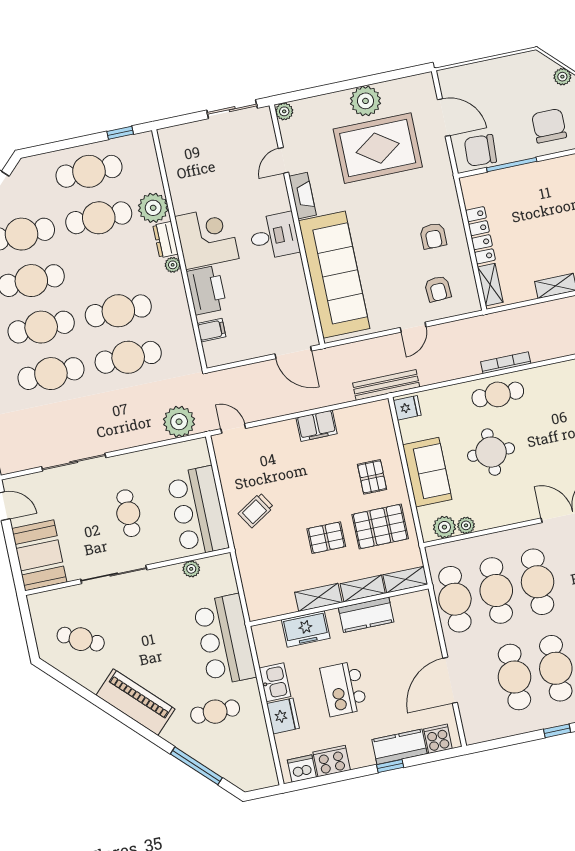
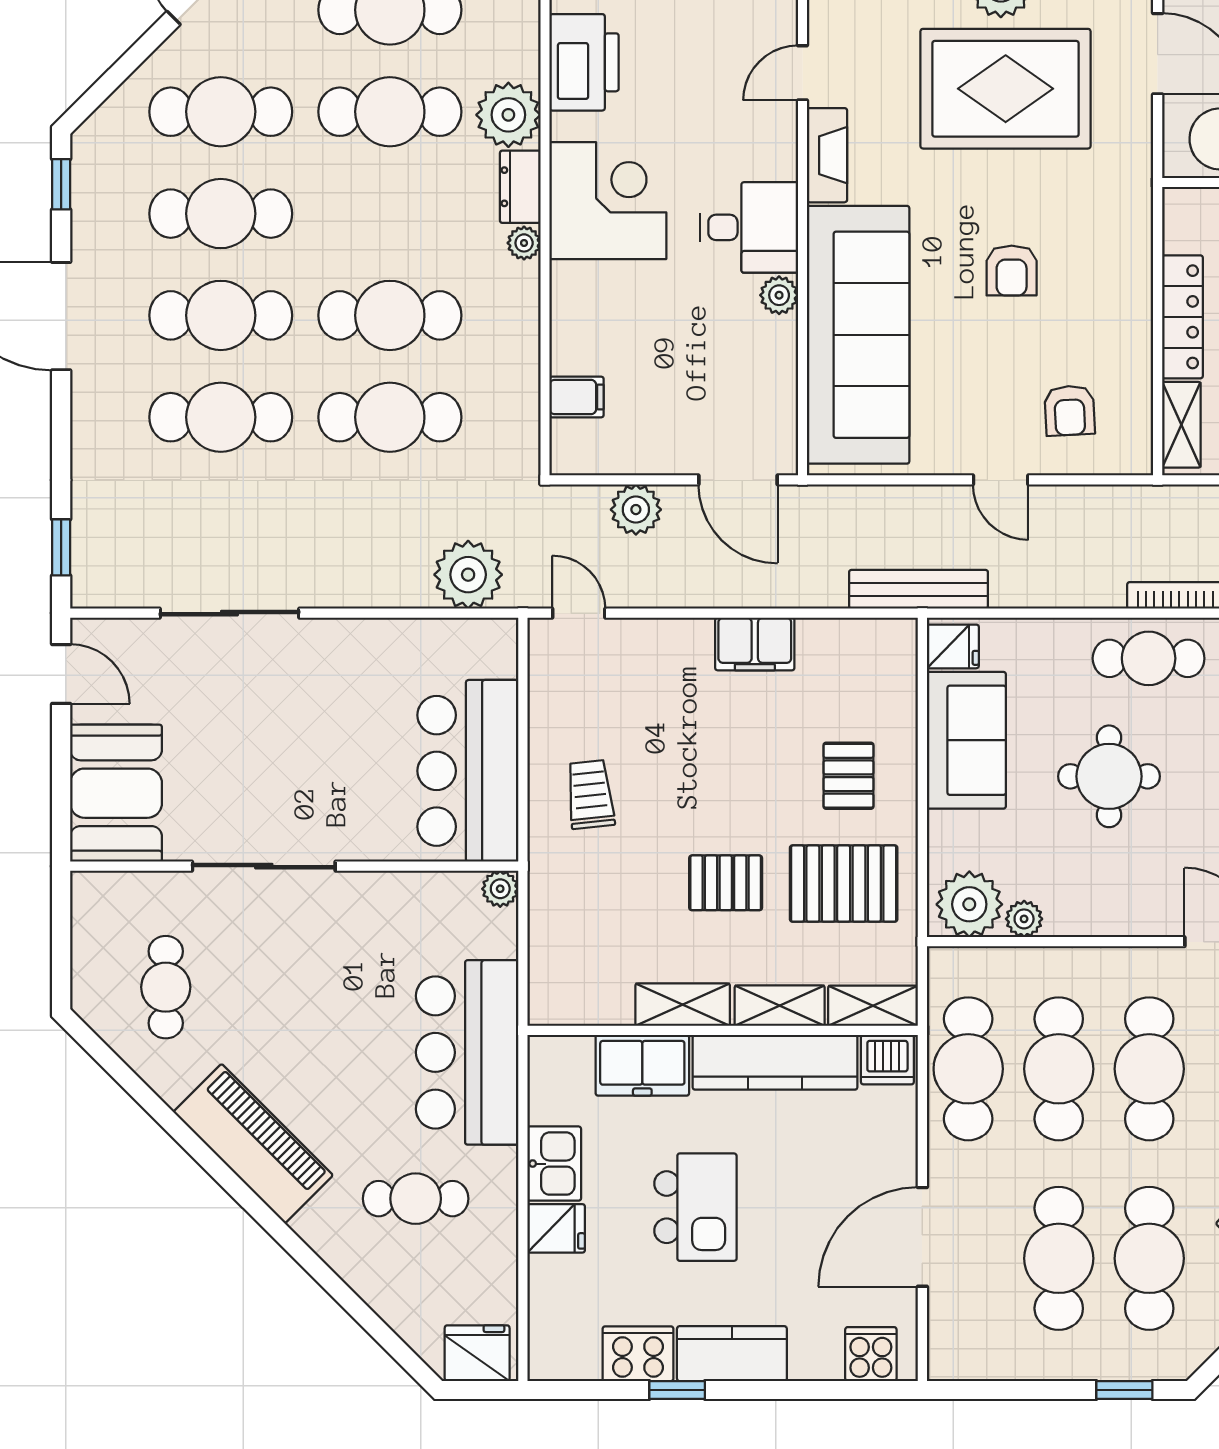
armchair: (433, 236) -> (1012, 271), moved
plant: (294, 264) -> (779, 295), added
printer: (207, 290) -> (584, 62), moved
door: (413, 327) -> (1001, 480), hinge flipped
plant: (249, 376) -> (636, 510), added
sofa: (427, 472) -> (966, 740), moved
trolley: (256, 510) -> (590, 794), turned 116
cafe table: (128, 513) -> (321, 744), removed
plant: (444, 527) -> (969, 904), width x1.36, depth x1.36
plant: (191, 569) -> (500, 889), moved
kitchen counter: (366, 615) -> (775, 1062), width x1.50
cafe table: (81, 639) -> (166, 987), turned 64
kitchen island: (344, 689) -> (695, 1207), turned 180
fridge: (283, 716) -> (556, 1228), width x0.72
kitchen counter: (399, 747) -> (732, 1354), moved
window: (196, 766) -> (352, 1304), removed
window: (390, 766) -> (677, 1390), moved
dishwasher: (302, 769) -> (887, 1060), moved, turned 180
fridge: (258, 776) -> (477, 1353), added

